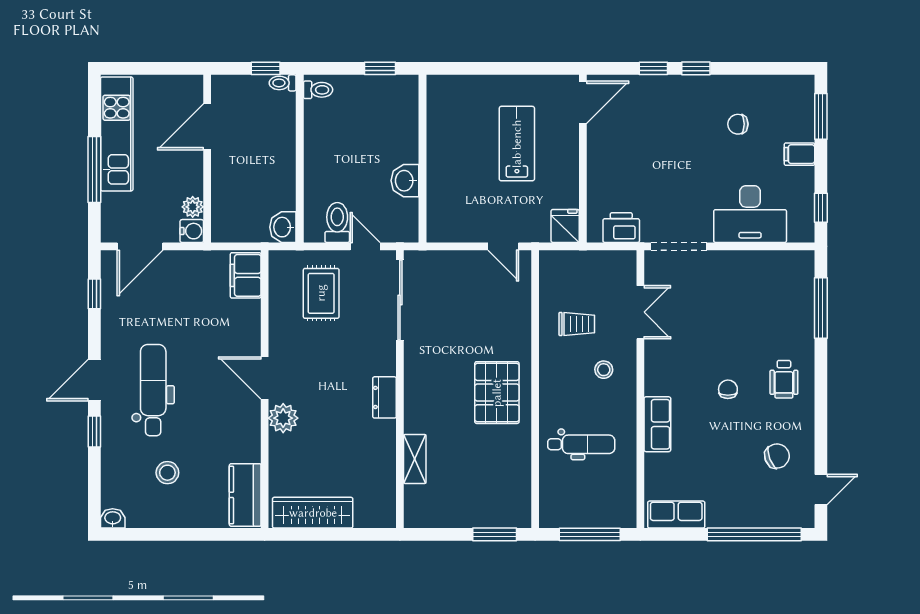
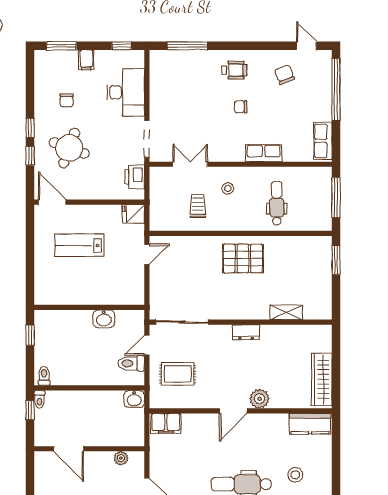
round table: (665, 128) -> (69, 148), added
water cooler: (192, 231) -> (137, 459), removed

